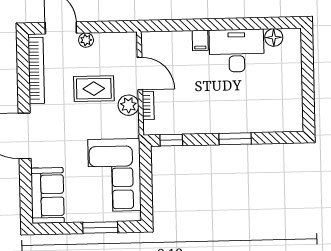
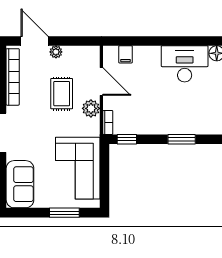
filing cabinet: (200, 40) -> (125, 54), moved
rug: (94, 89) -> (62, 94), turned 90
bookcase: (148, 106) -> (108, 122), moved

